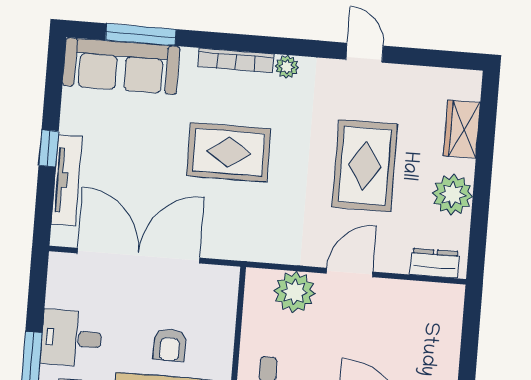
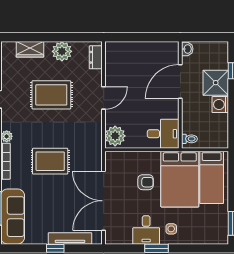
rug: (229, 152) -> (50, 161), turned 90
door: (350, 273) -> (104, 98), swing flipped
plant: (294, 292) -> (115, 136), moved

